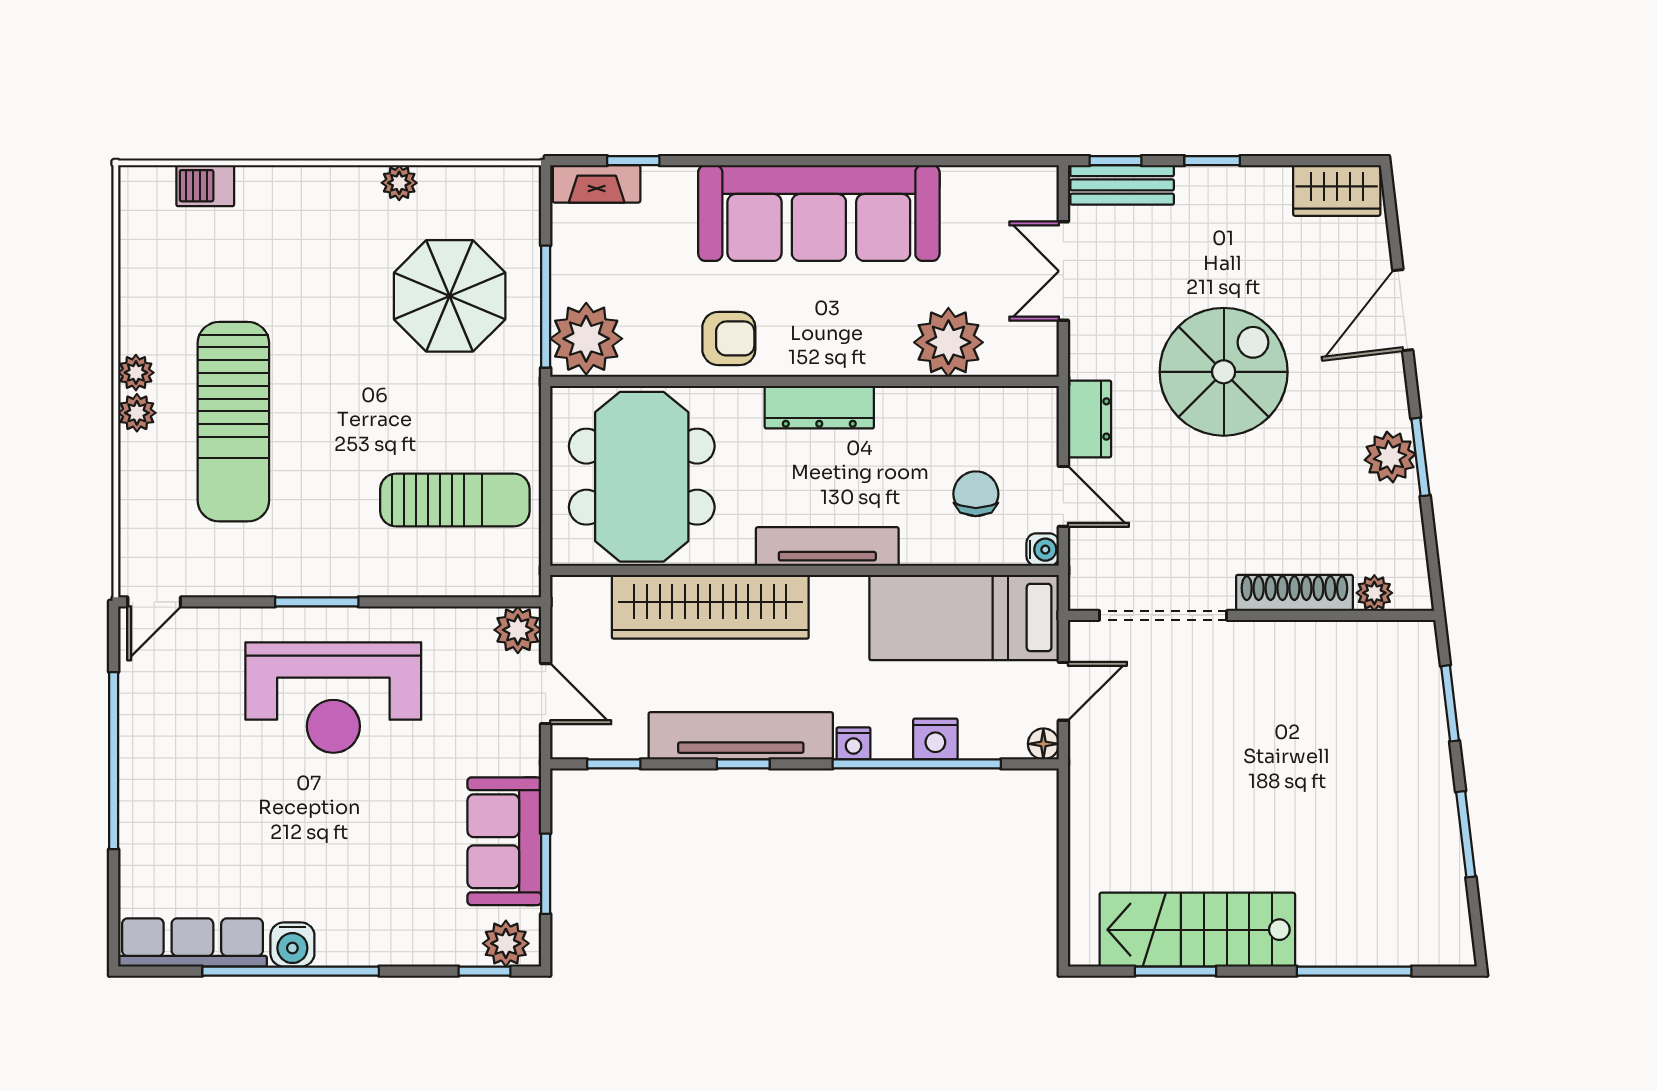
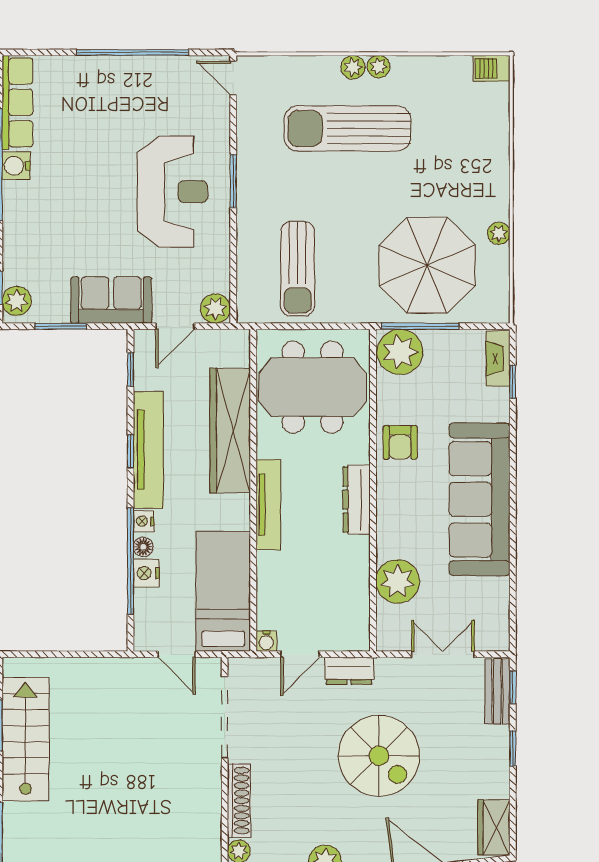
barbecue: (205, 186) -> (492, 68), moved, turned -90
parasol: (450, 296) -> (427, 265), width x1.36, depth x1.36
chair: (976, 494) -> (302, 599), removed
reception desk: (333, 698) -> (173, 192), turned 180
floor lamp: (1043, 744) -> (143, 547), moved
sofa: (504, 841) -> (111, 300), moved

